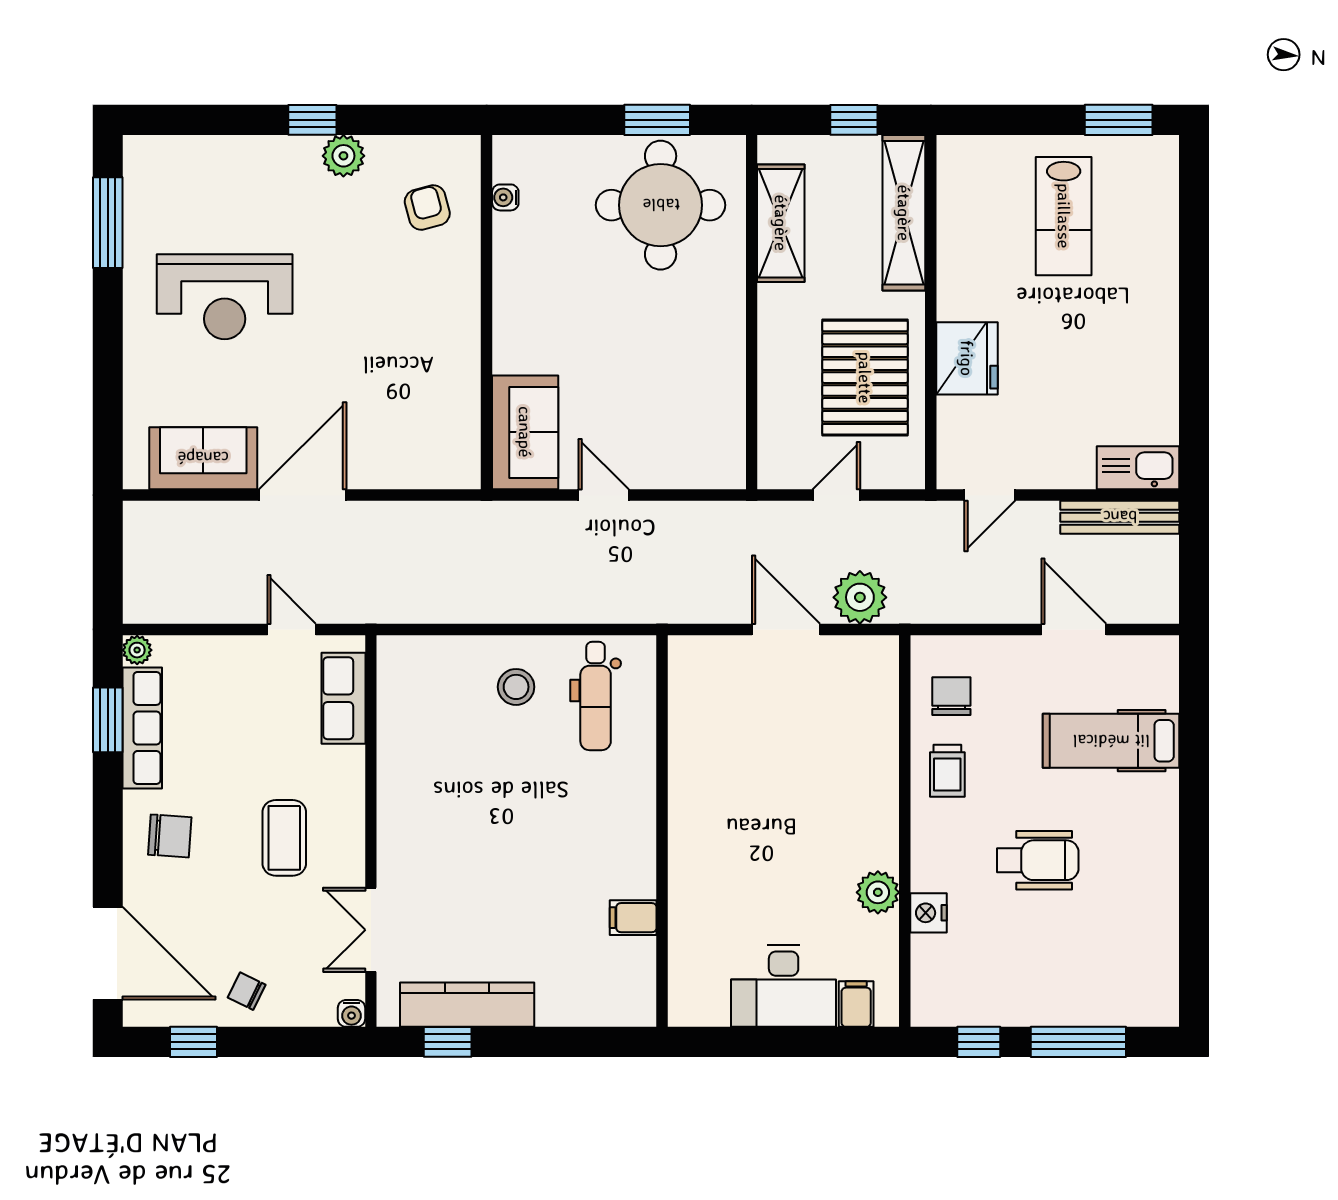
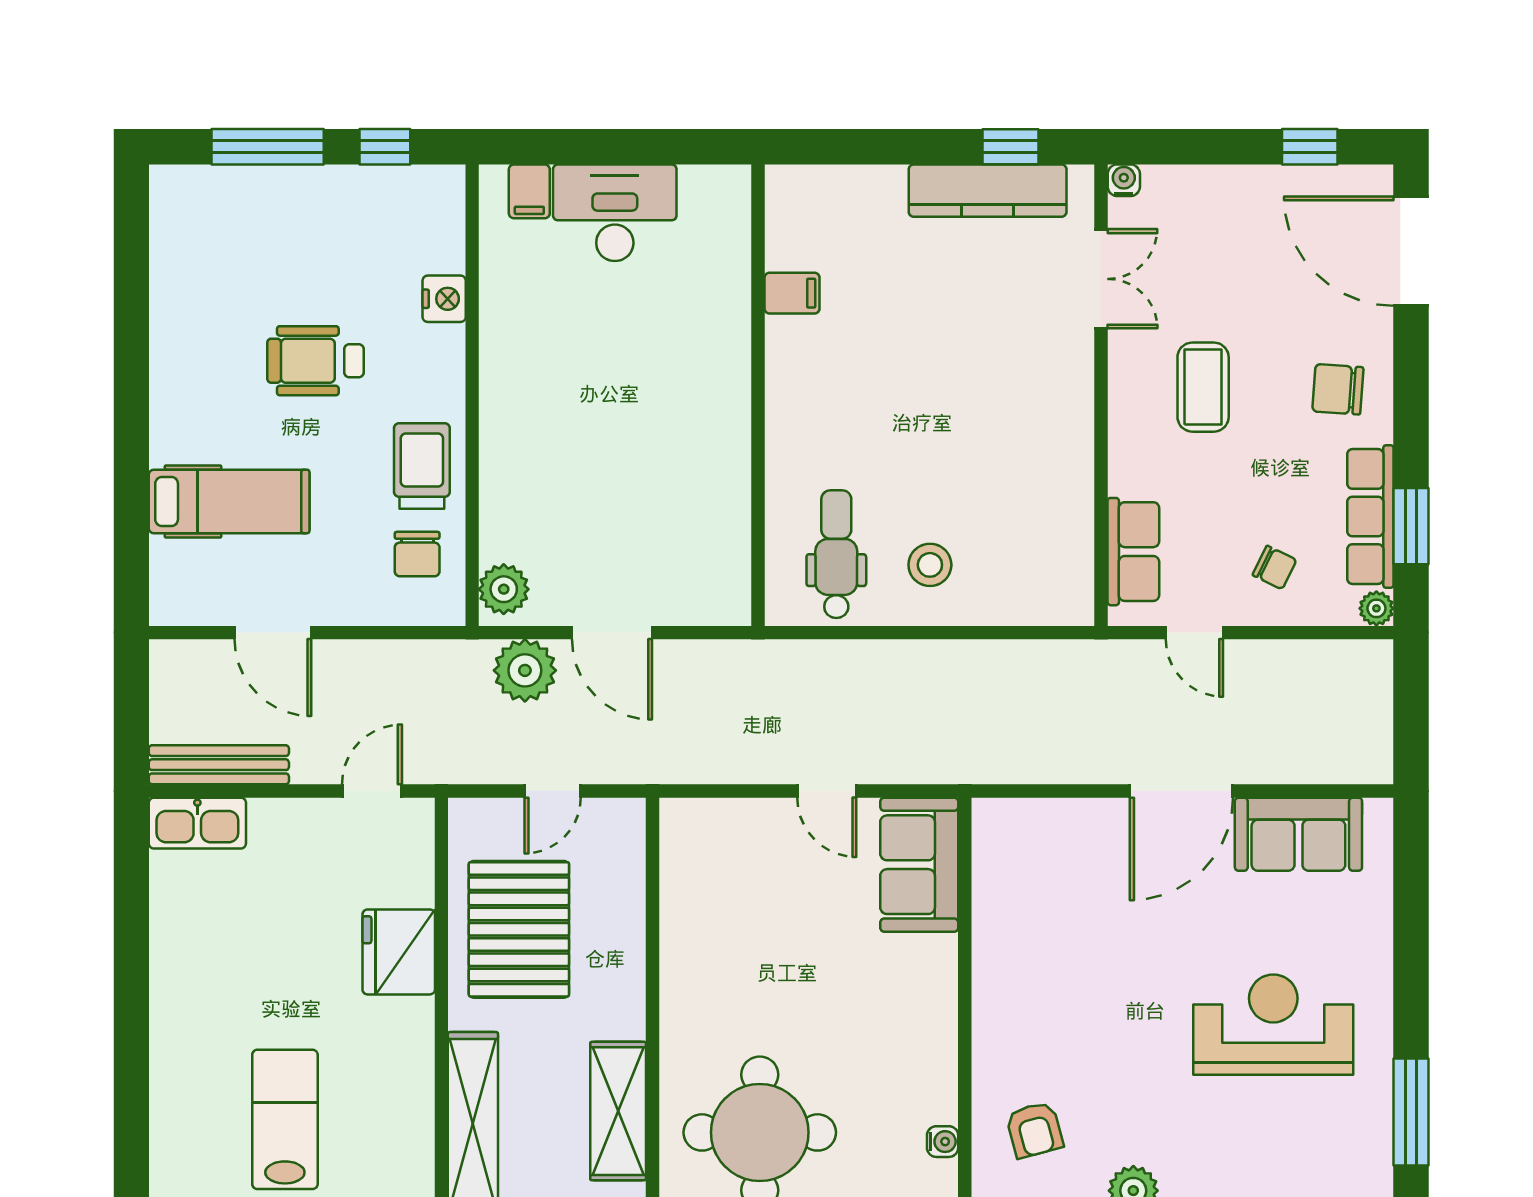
trolley: (947, 771) -> (422, 466), width x1.36, depth x1.39
plant: (878, 892) -> (504, 589), moved
chair: (247, 991) -> (1275, 567), moved

